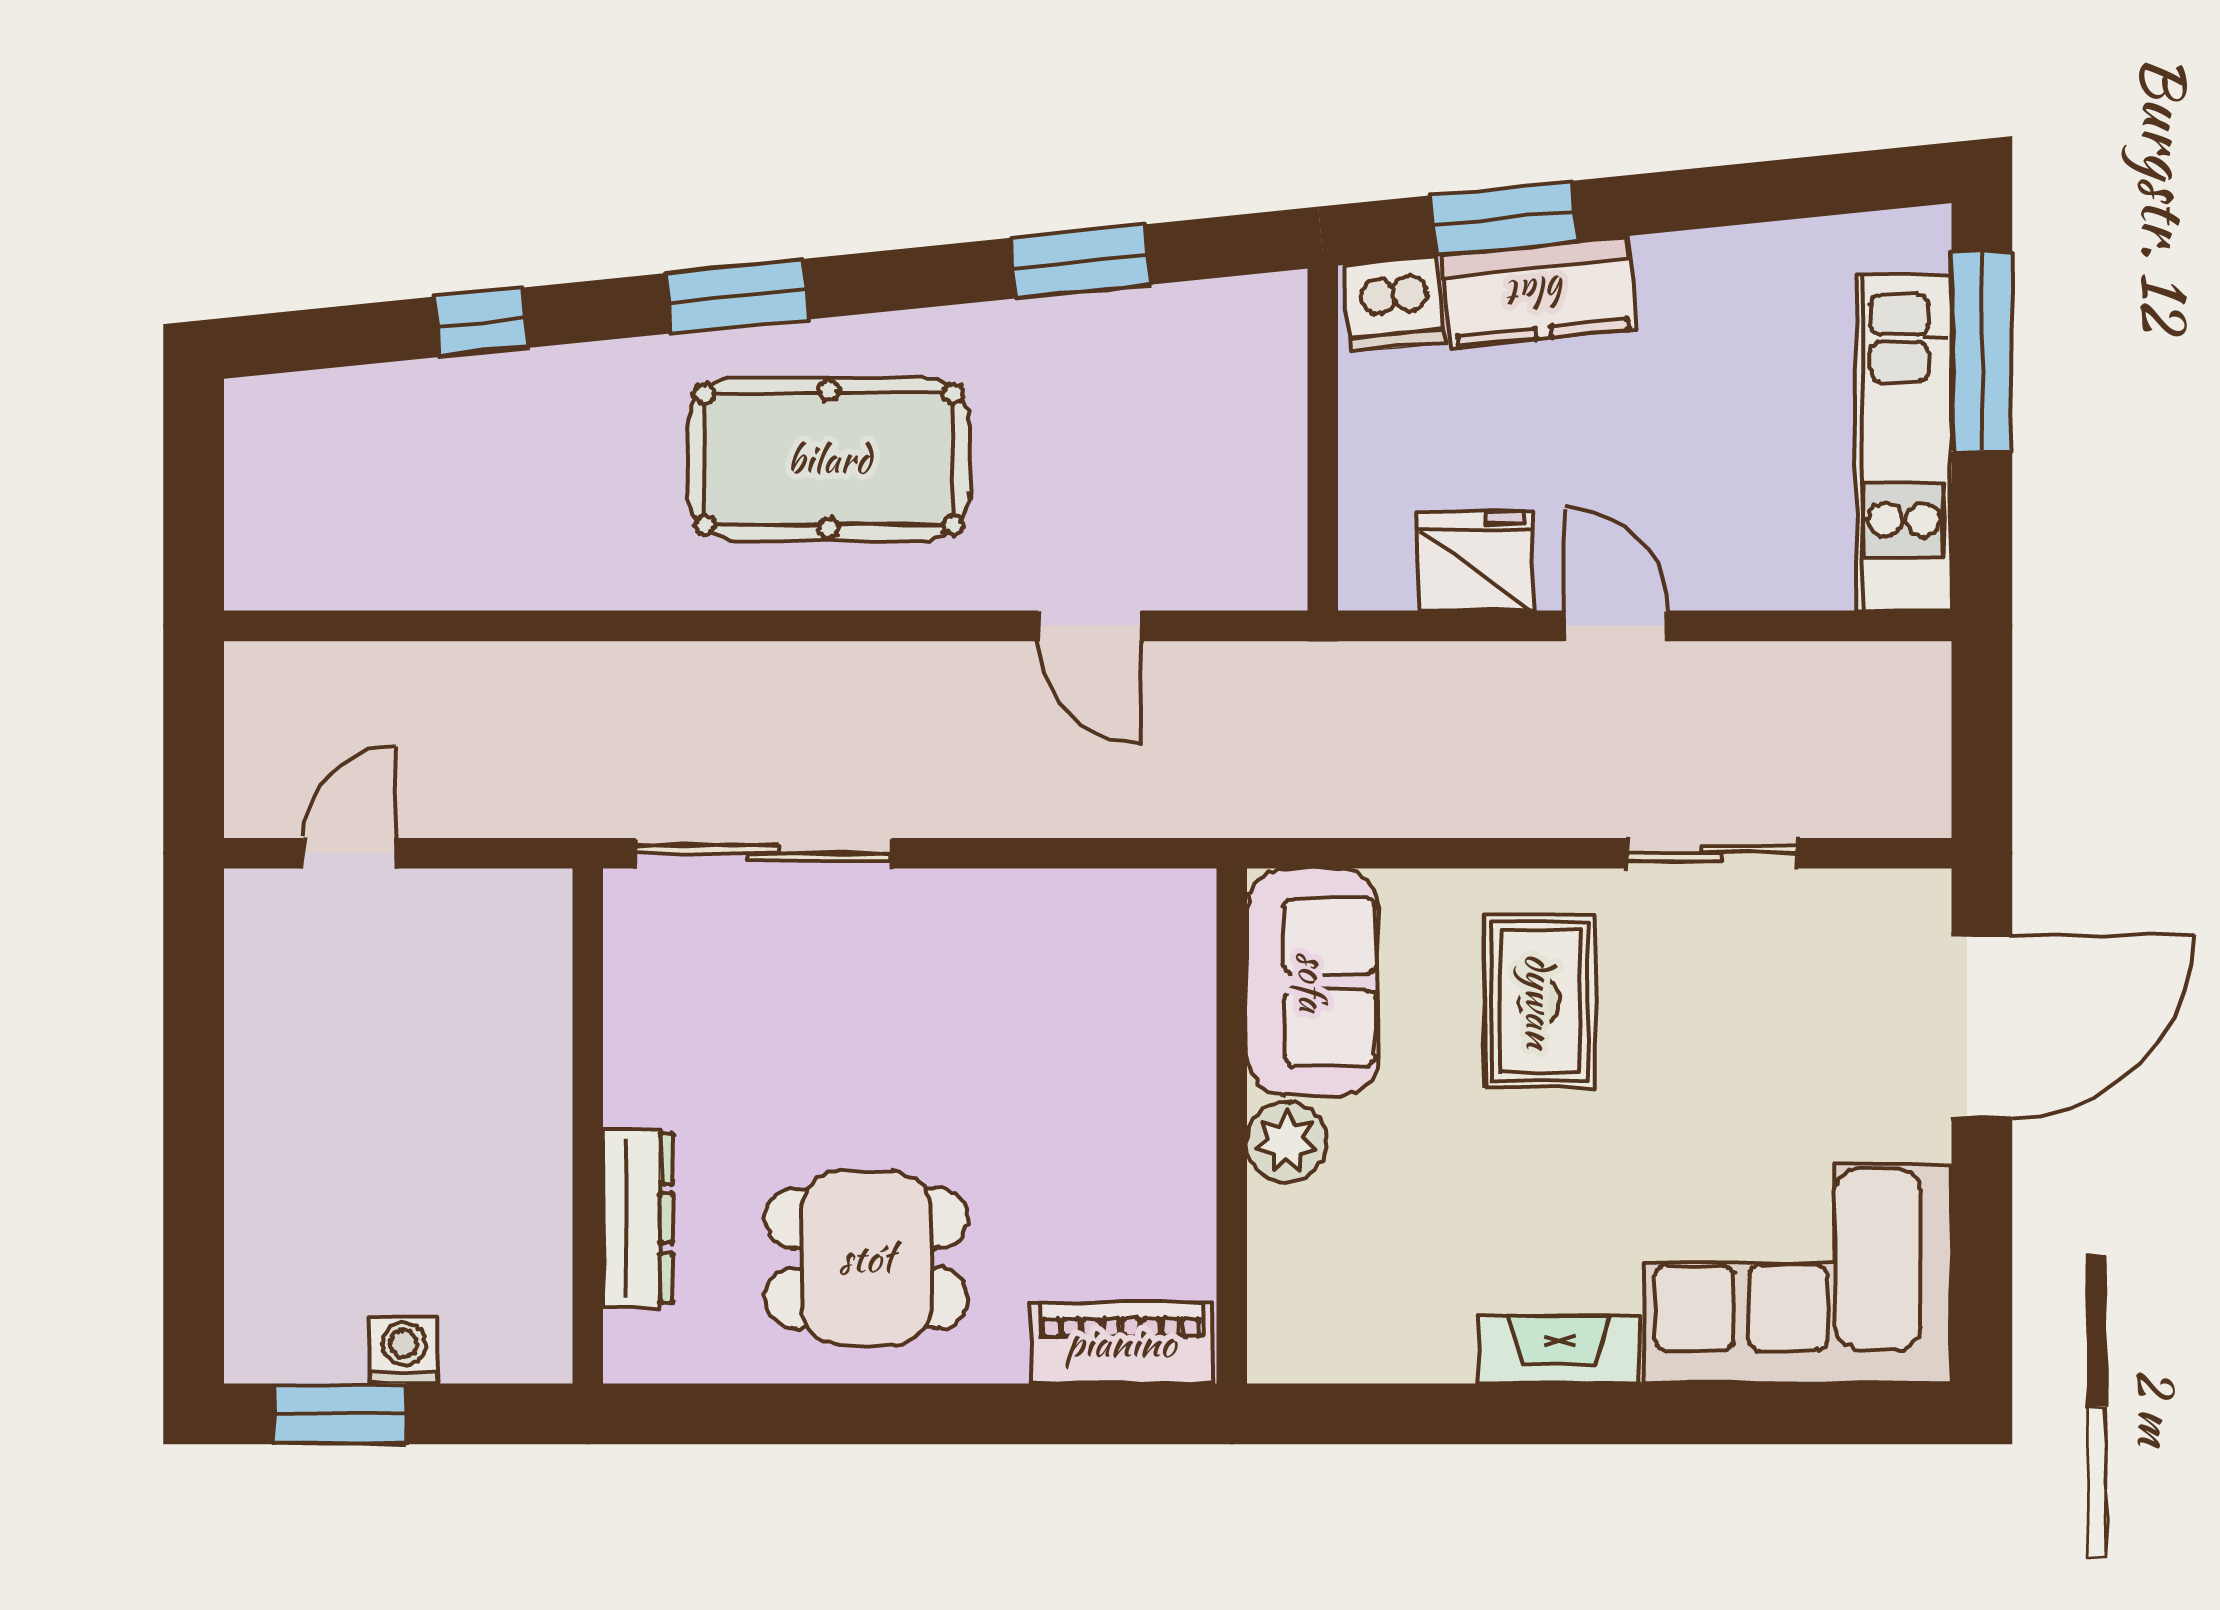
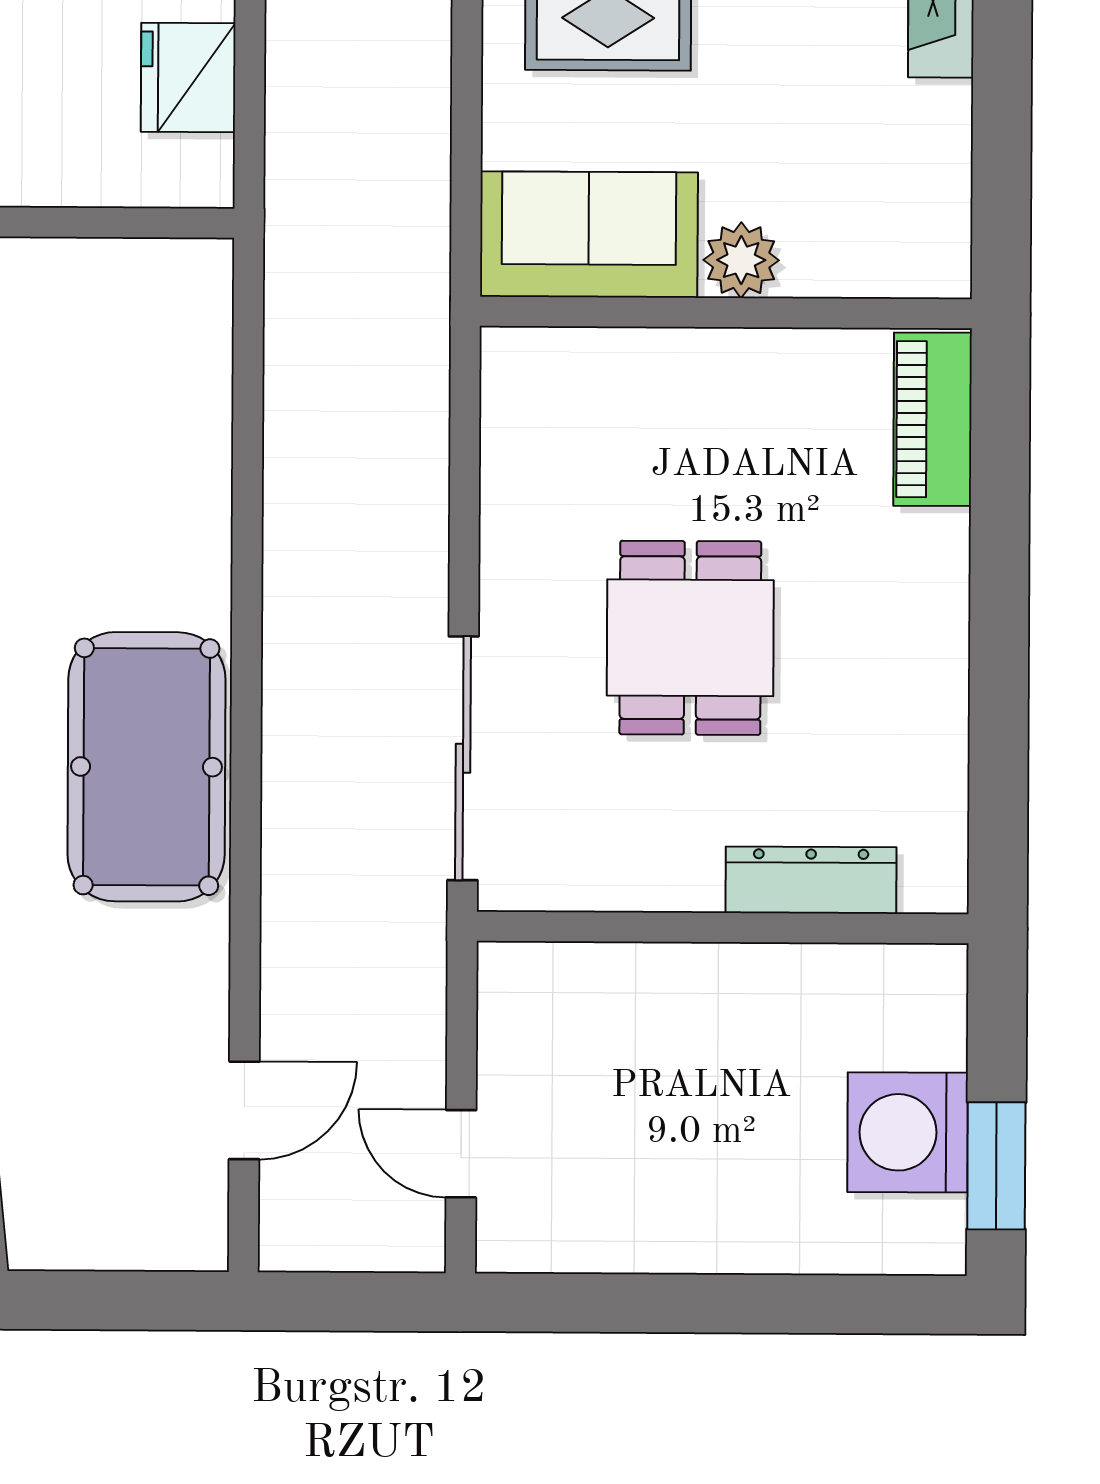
pool table: (829, 459) -> (147, 767), moved
door: (1090, 626) -> (244, 1110), moved
dining table: (866, 1258) -> (690, 638), moved
washing machine: (404, 1350) -> (908, 1132), width x1.89, depth x1.89

